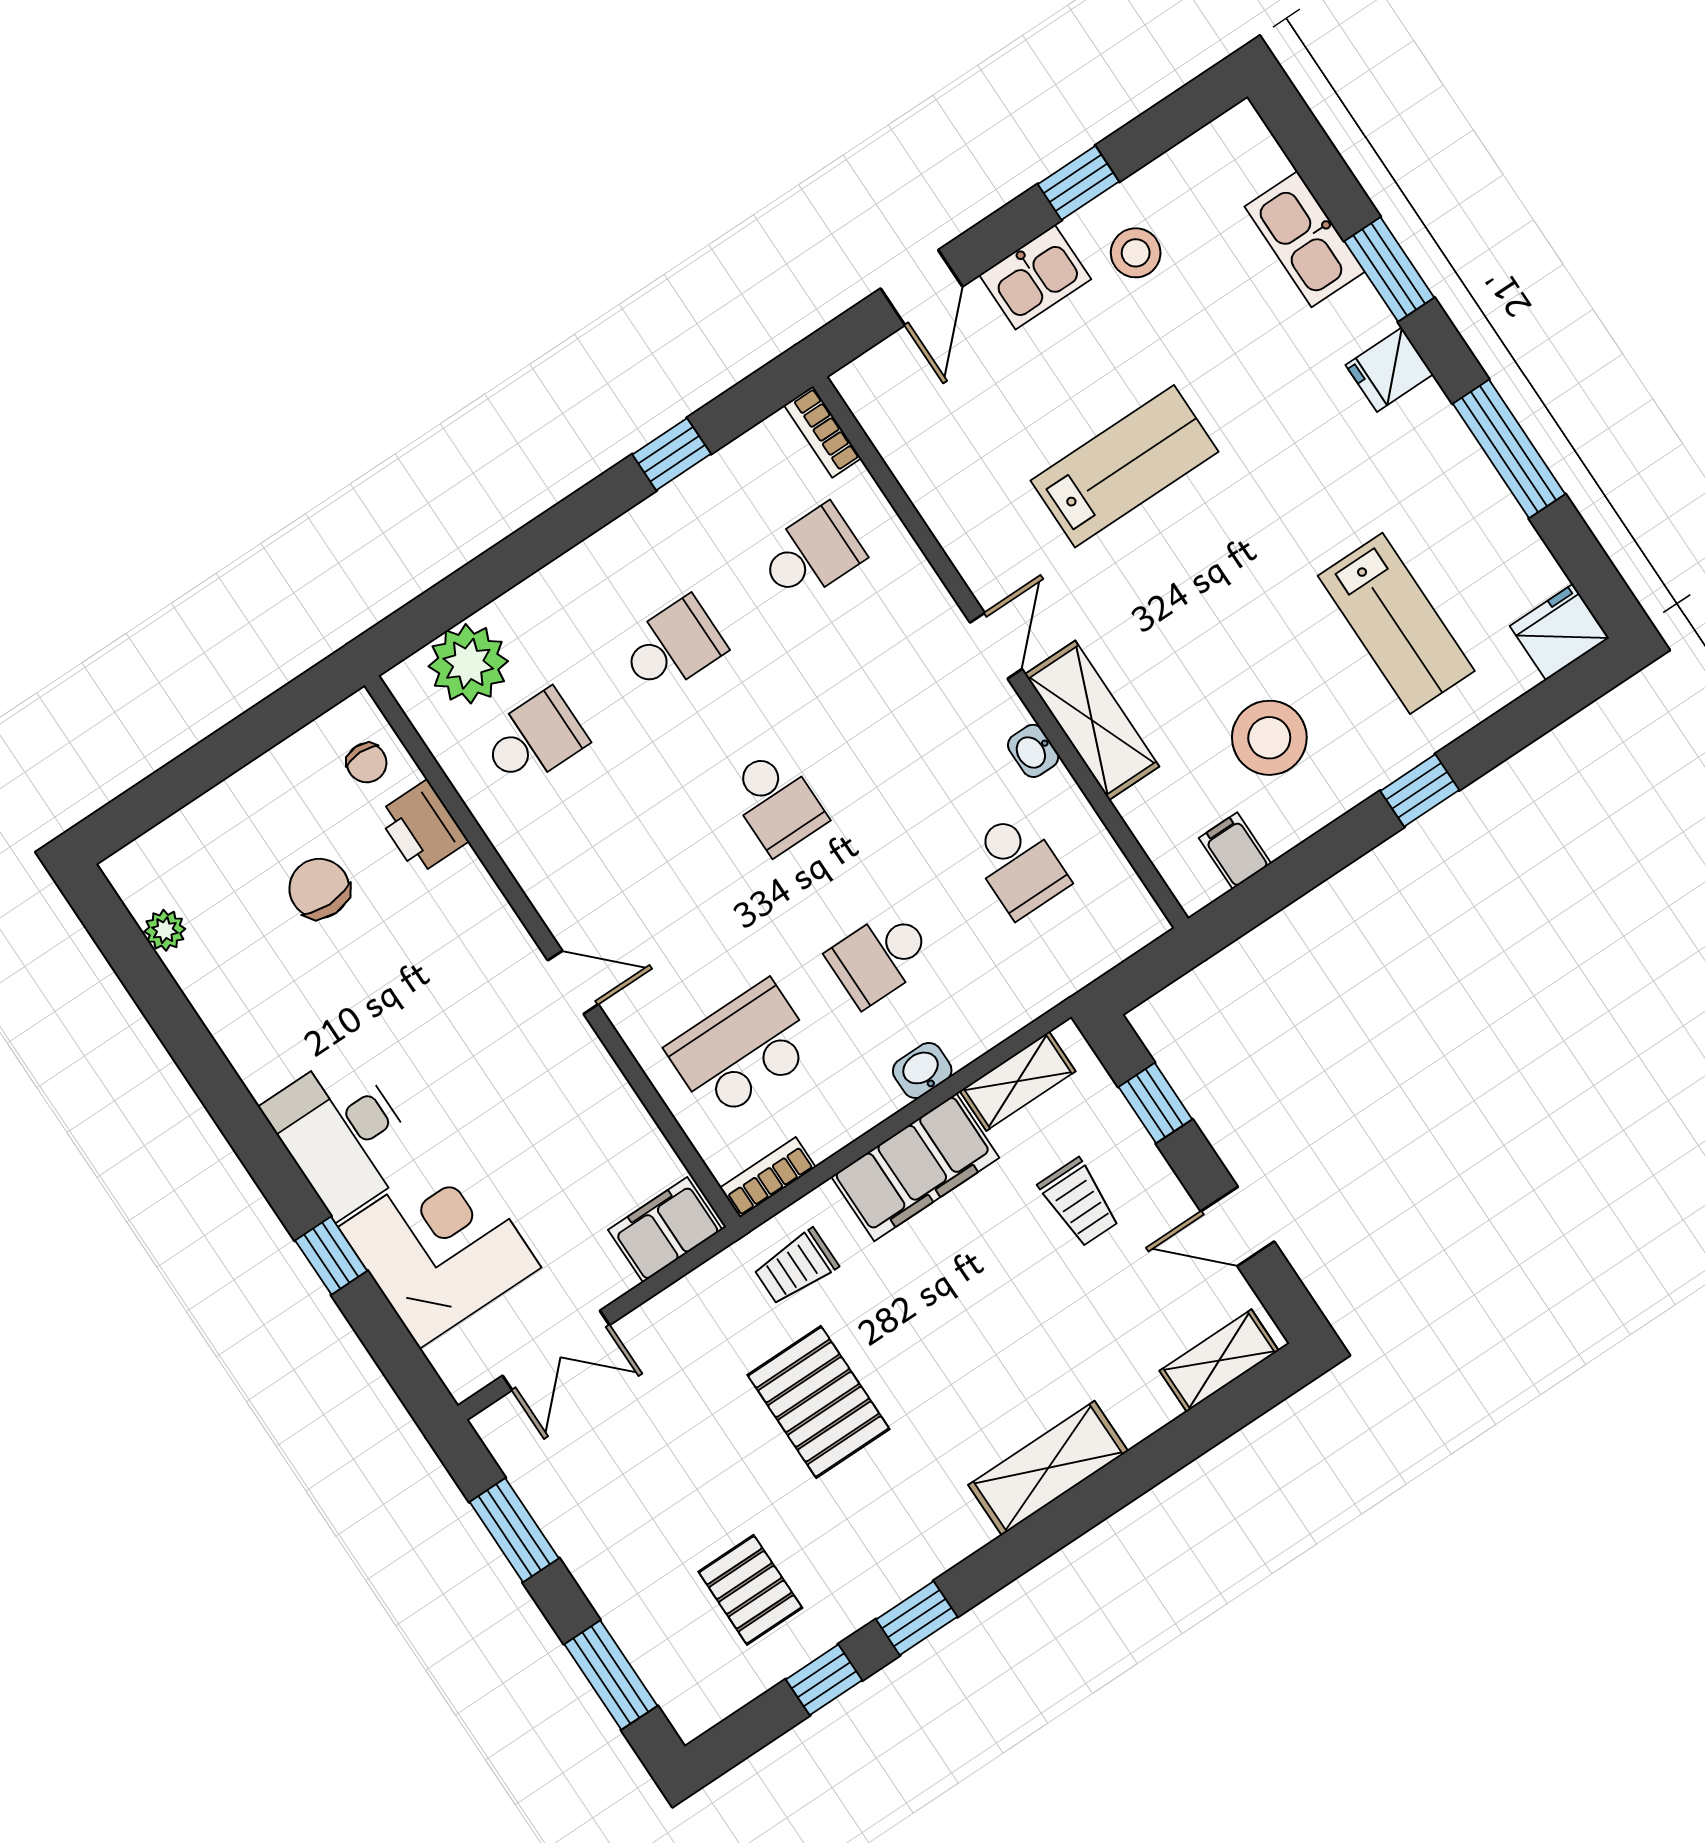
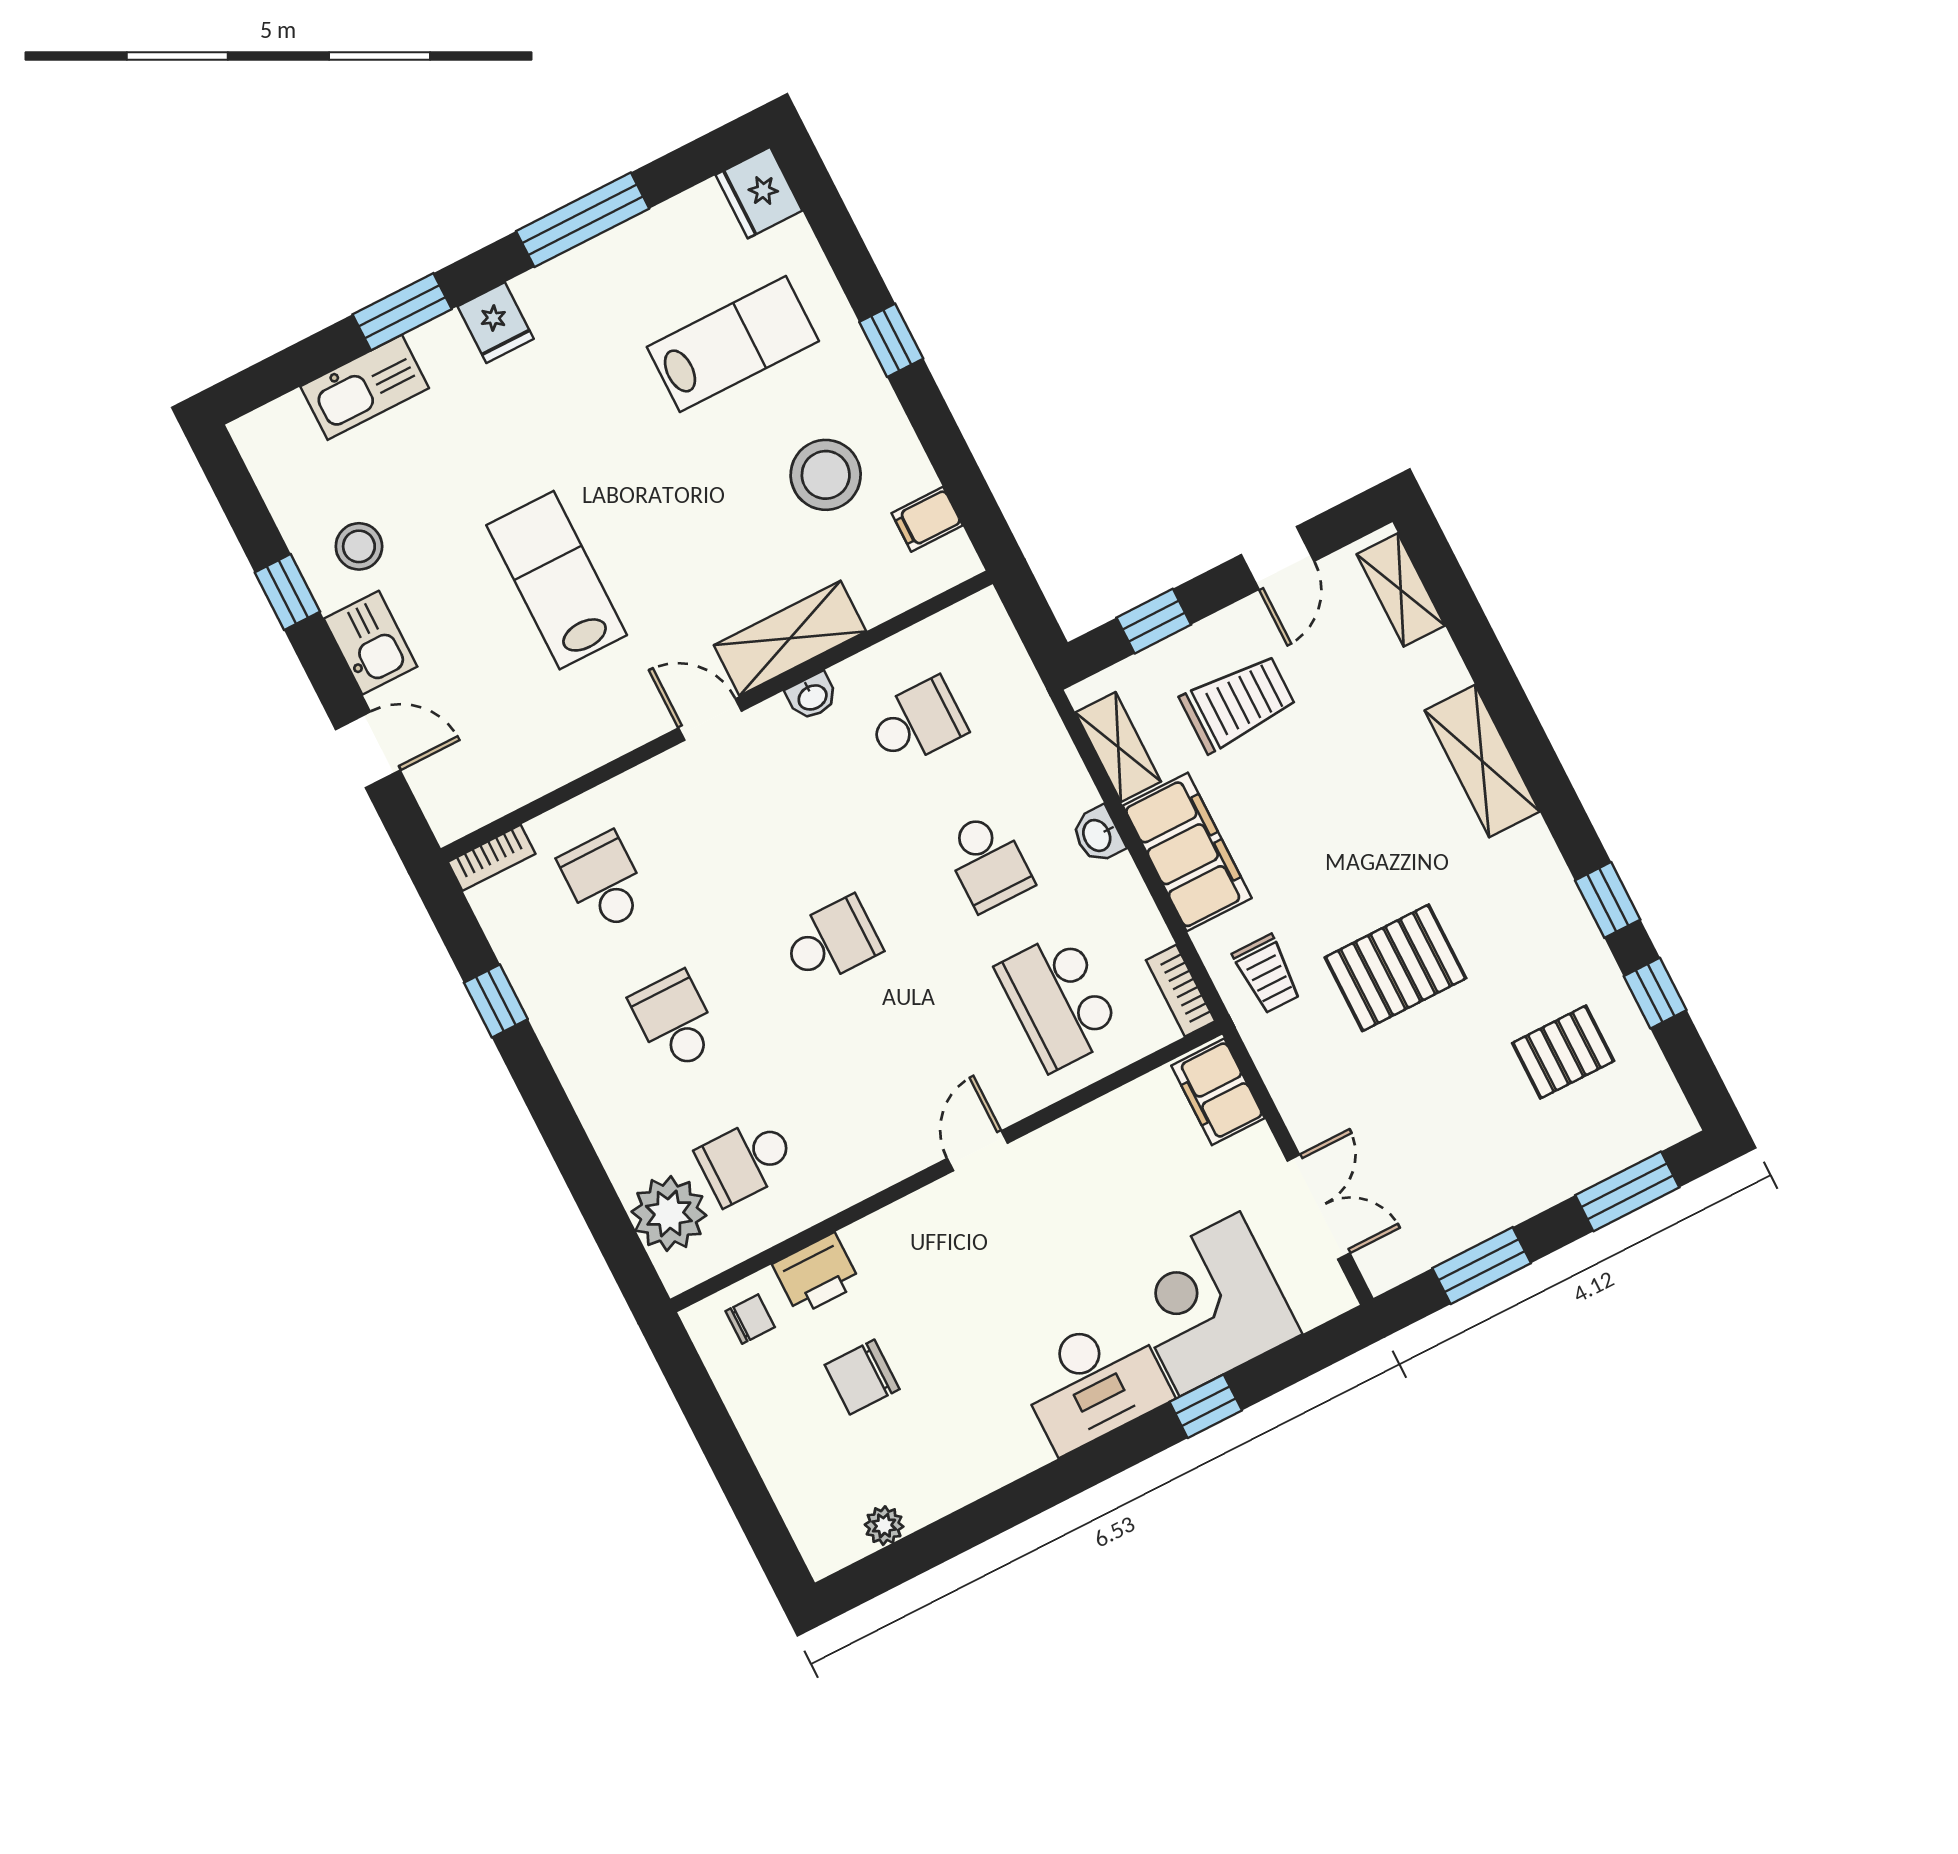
school desk: (534, 739) -> (746, 1160), turned -90
trolley: (1079, 1202) -> (1238, 703), width x1.36, depth x1.39

